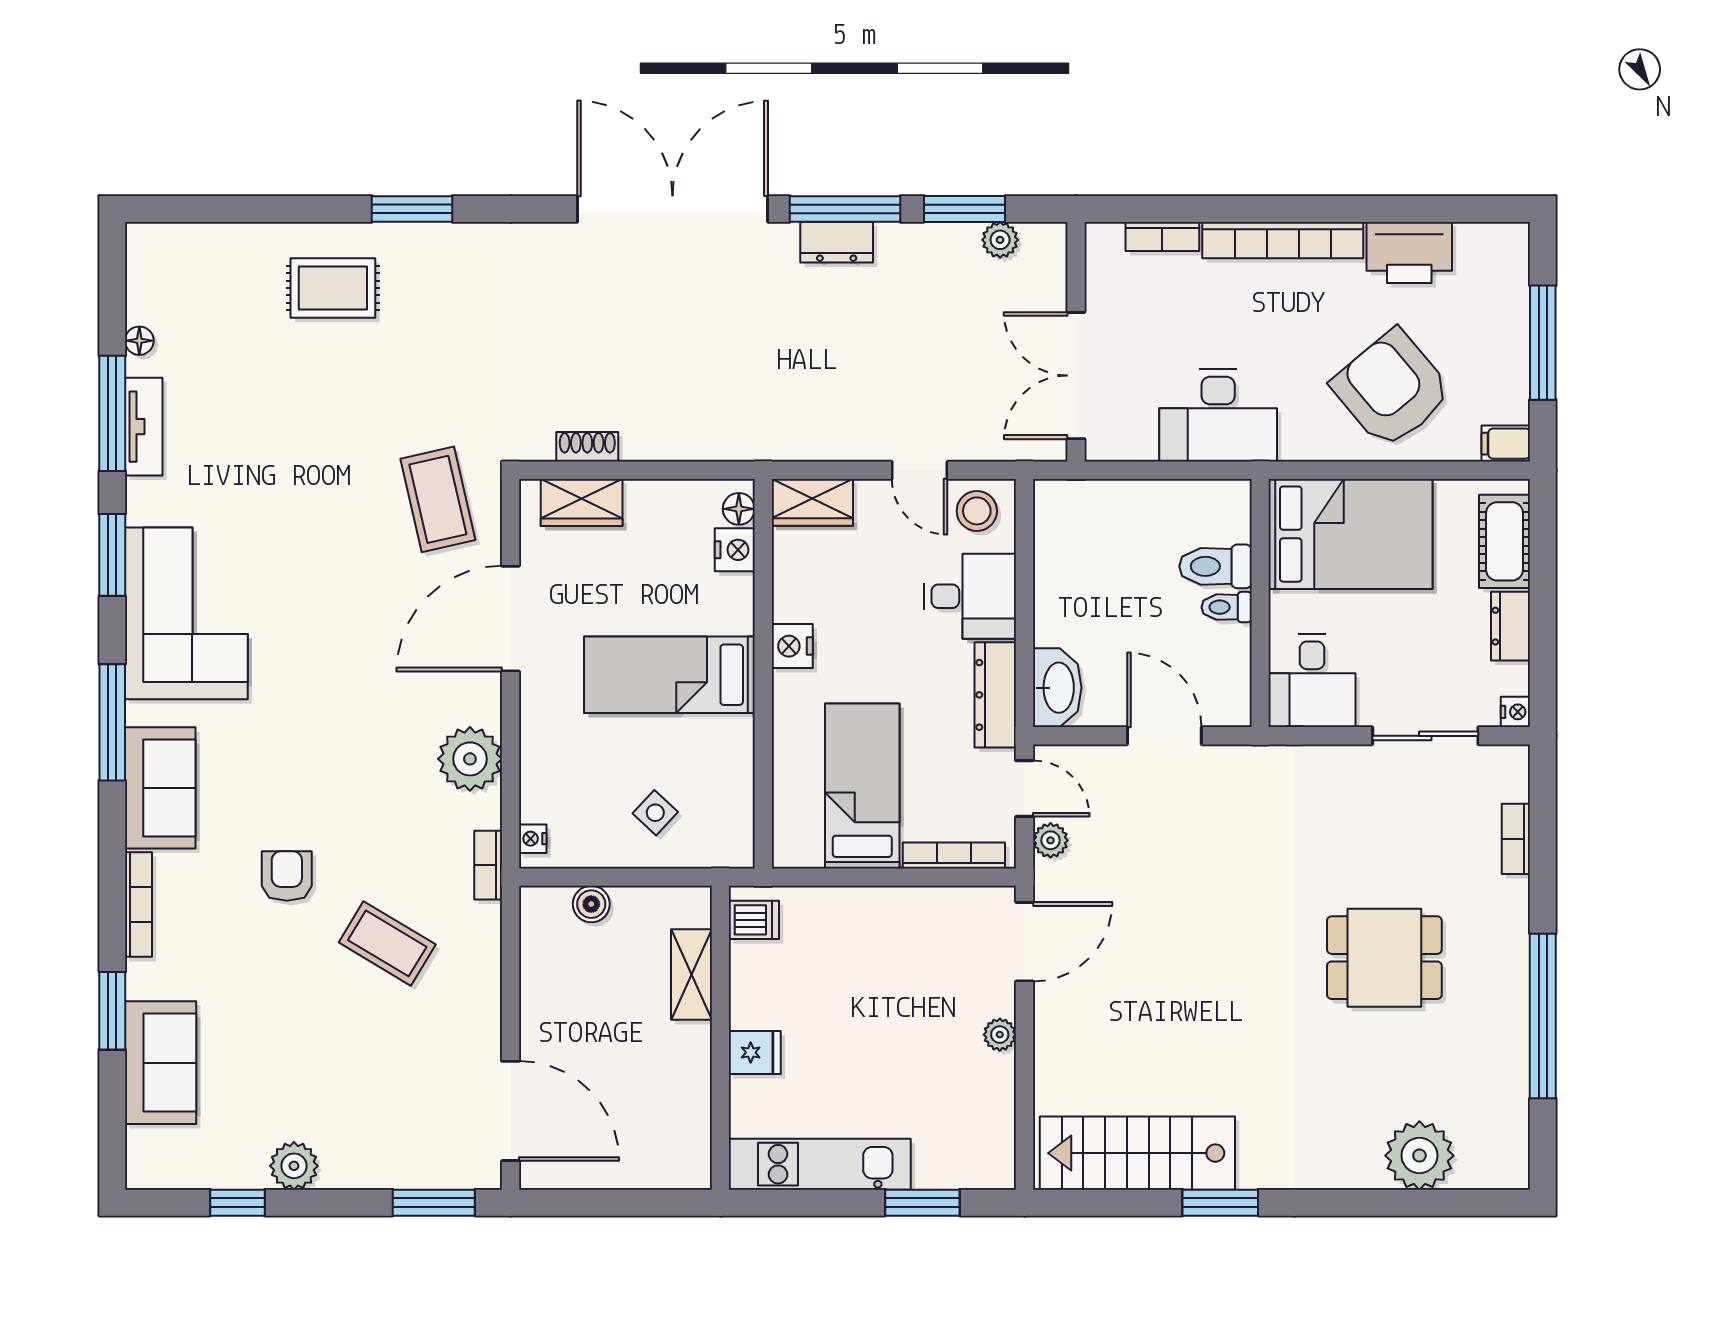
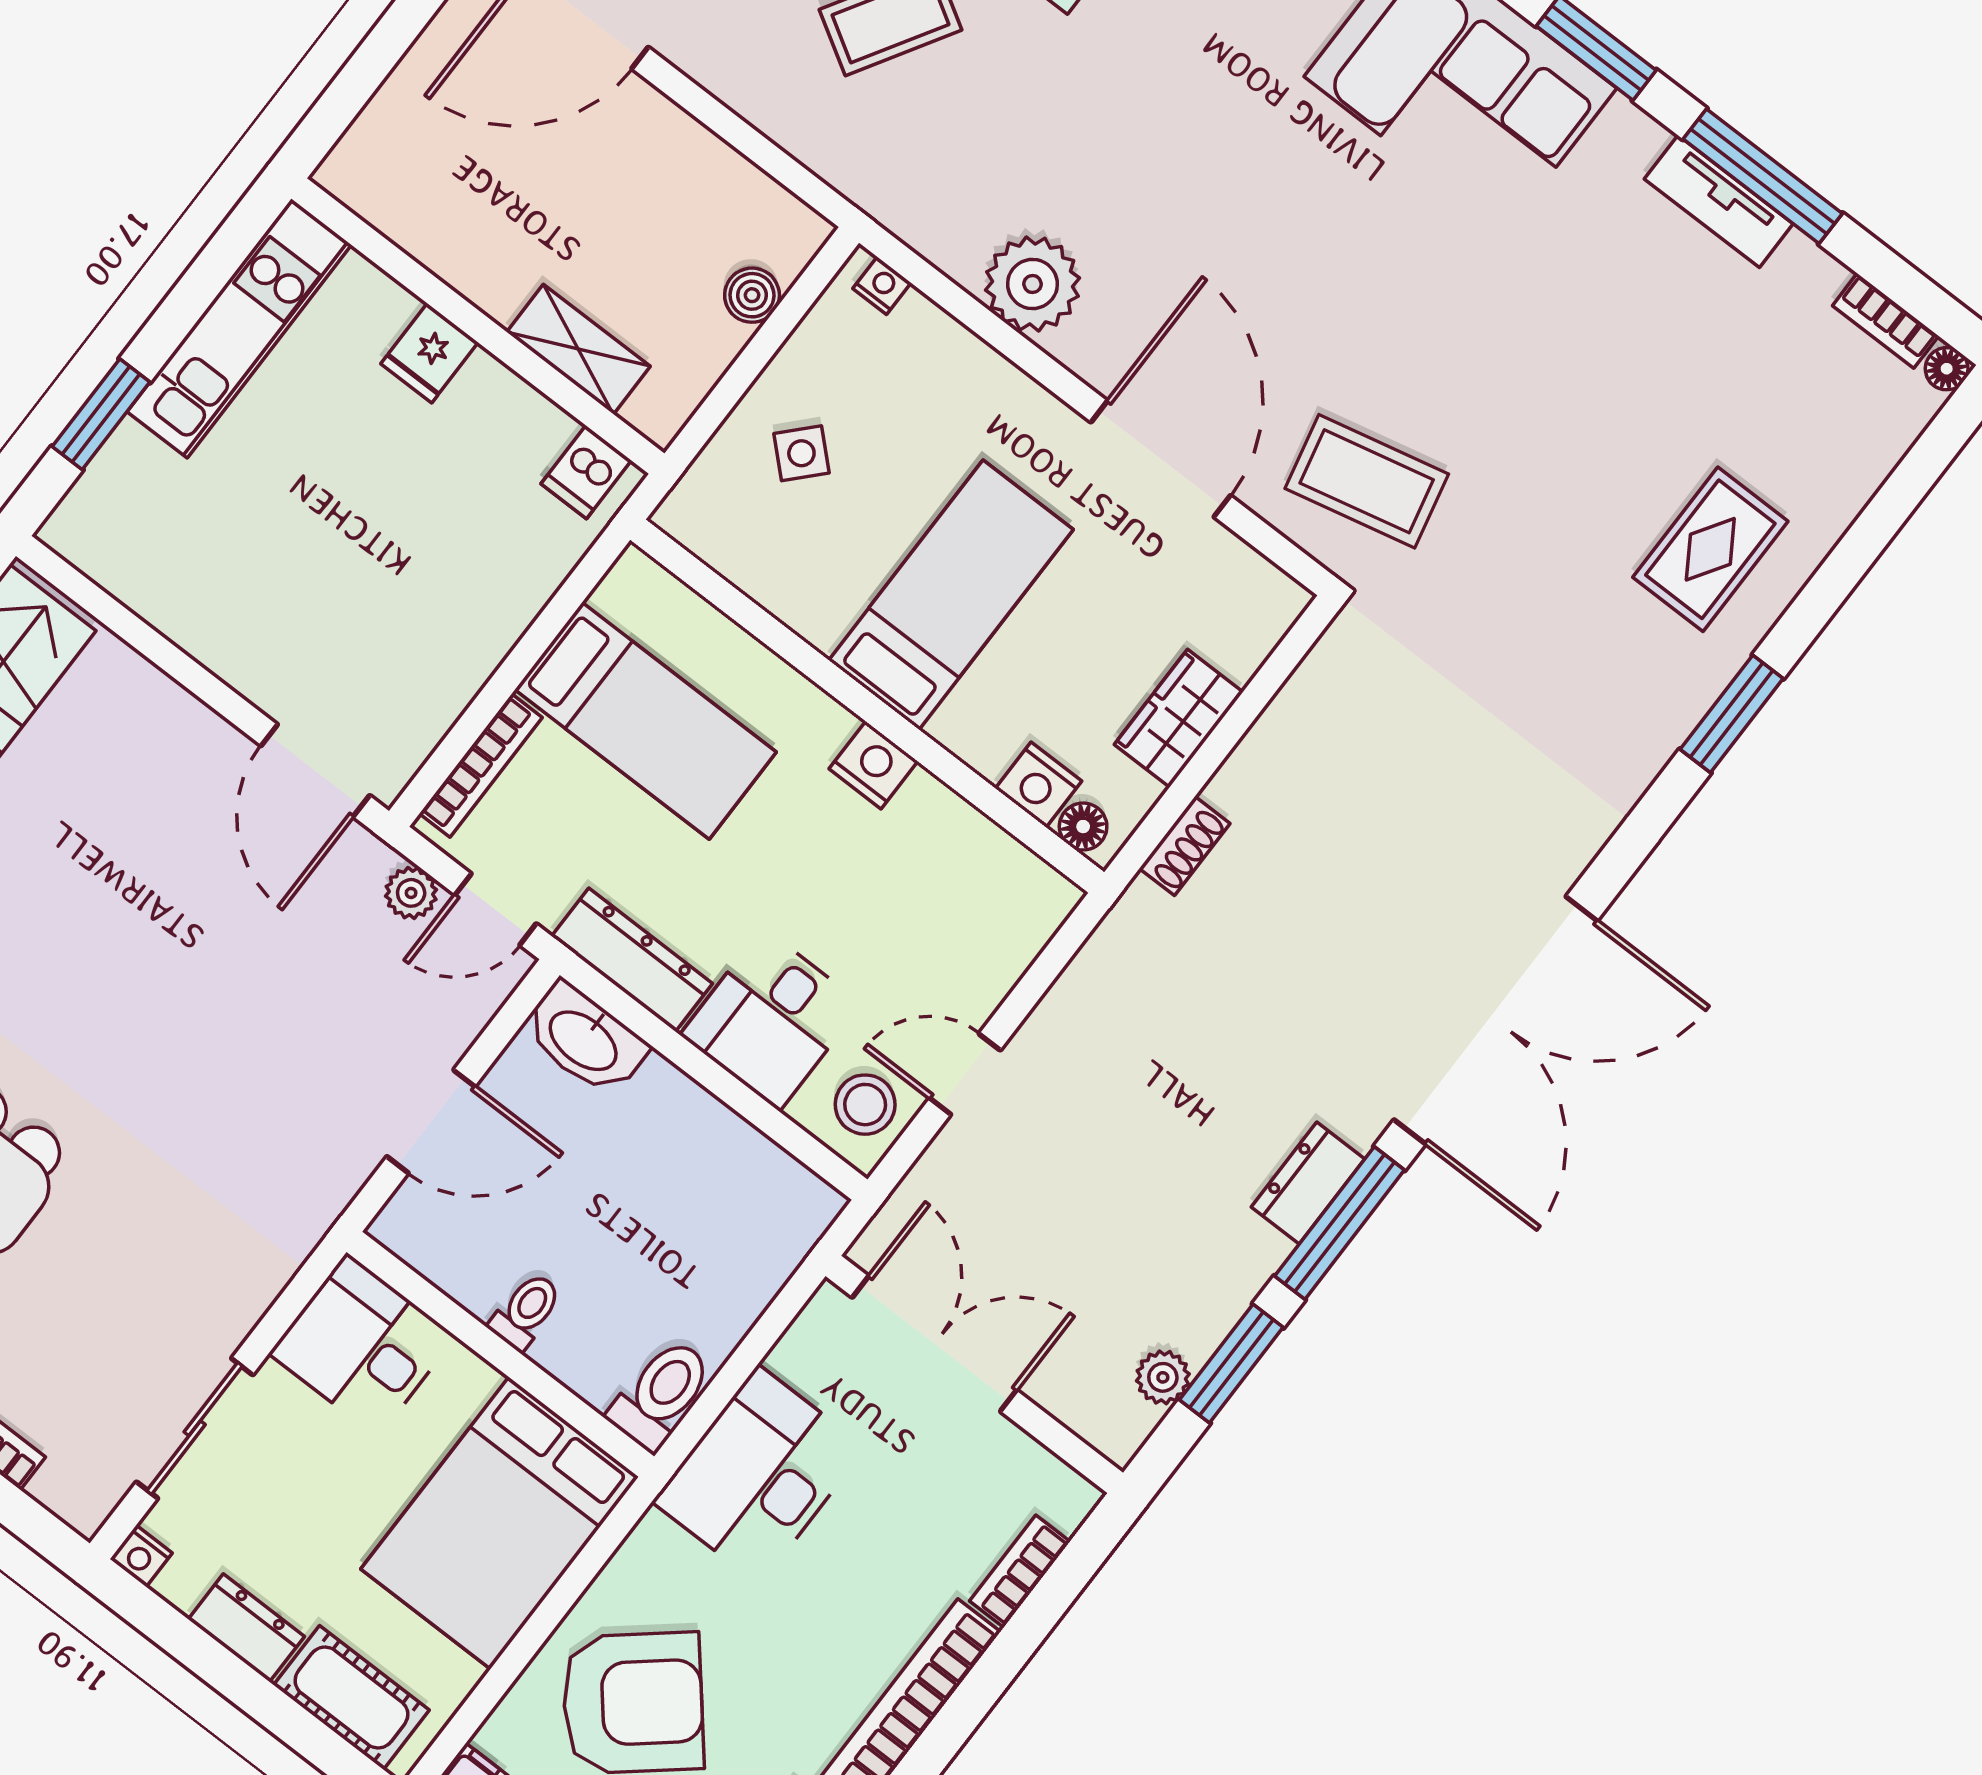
floor lamp: (139, 341) -> (1947, 369), moved
shoe rack: (587, 447) -> (1185, 846), moved
wardrobe: (582, 502) -> (1179, 718), moved
wardrobe: (812, 502) -> (1024, 919), removed
toilet: (1215, 566) -> (661, 1394), moved
bookcase: (488, 865) -> (1886, 321), moved, turned 180
plant: (1000, 1035) -> (229, 657), removed

